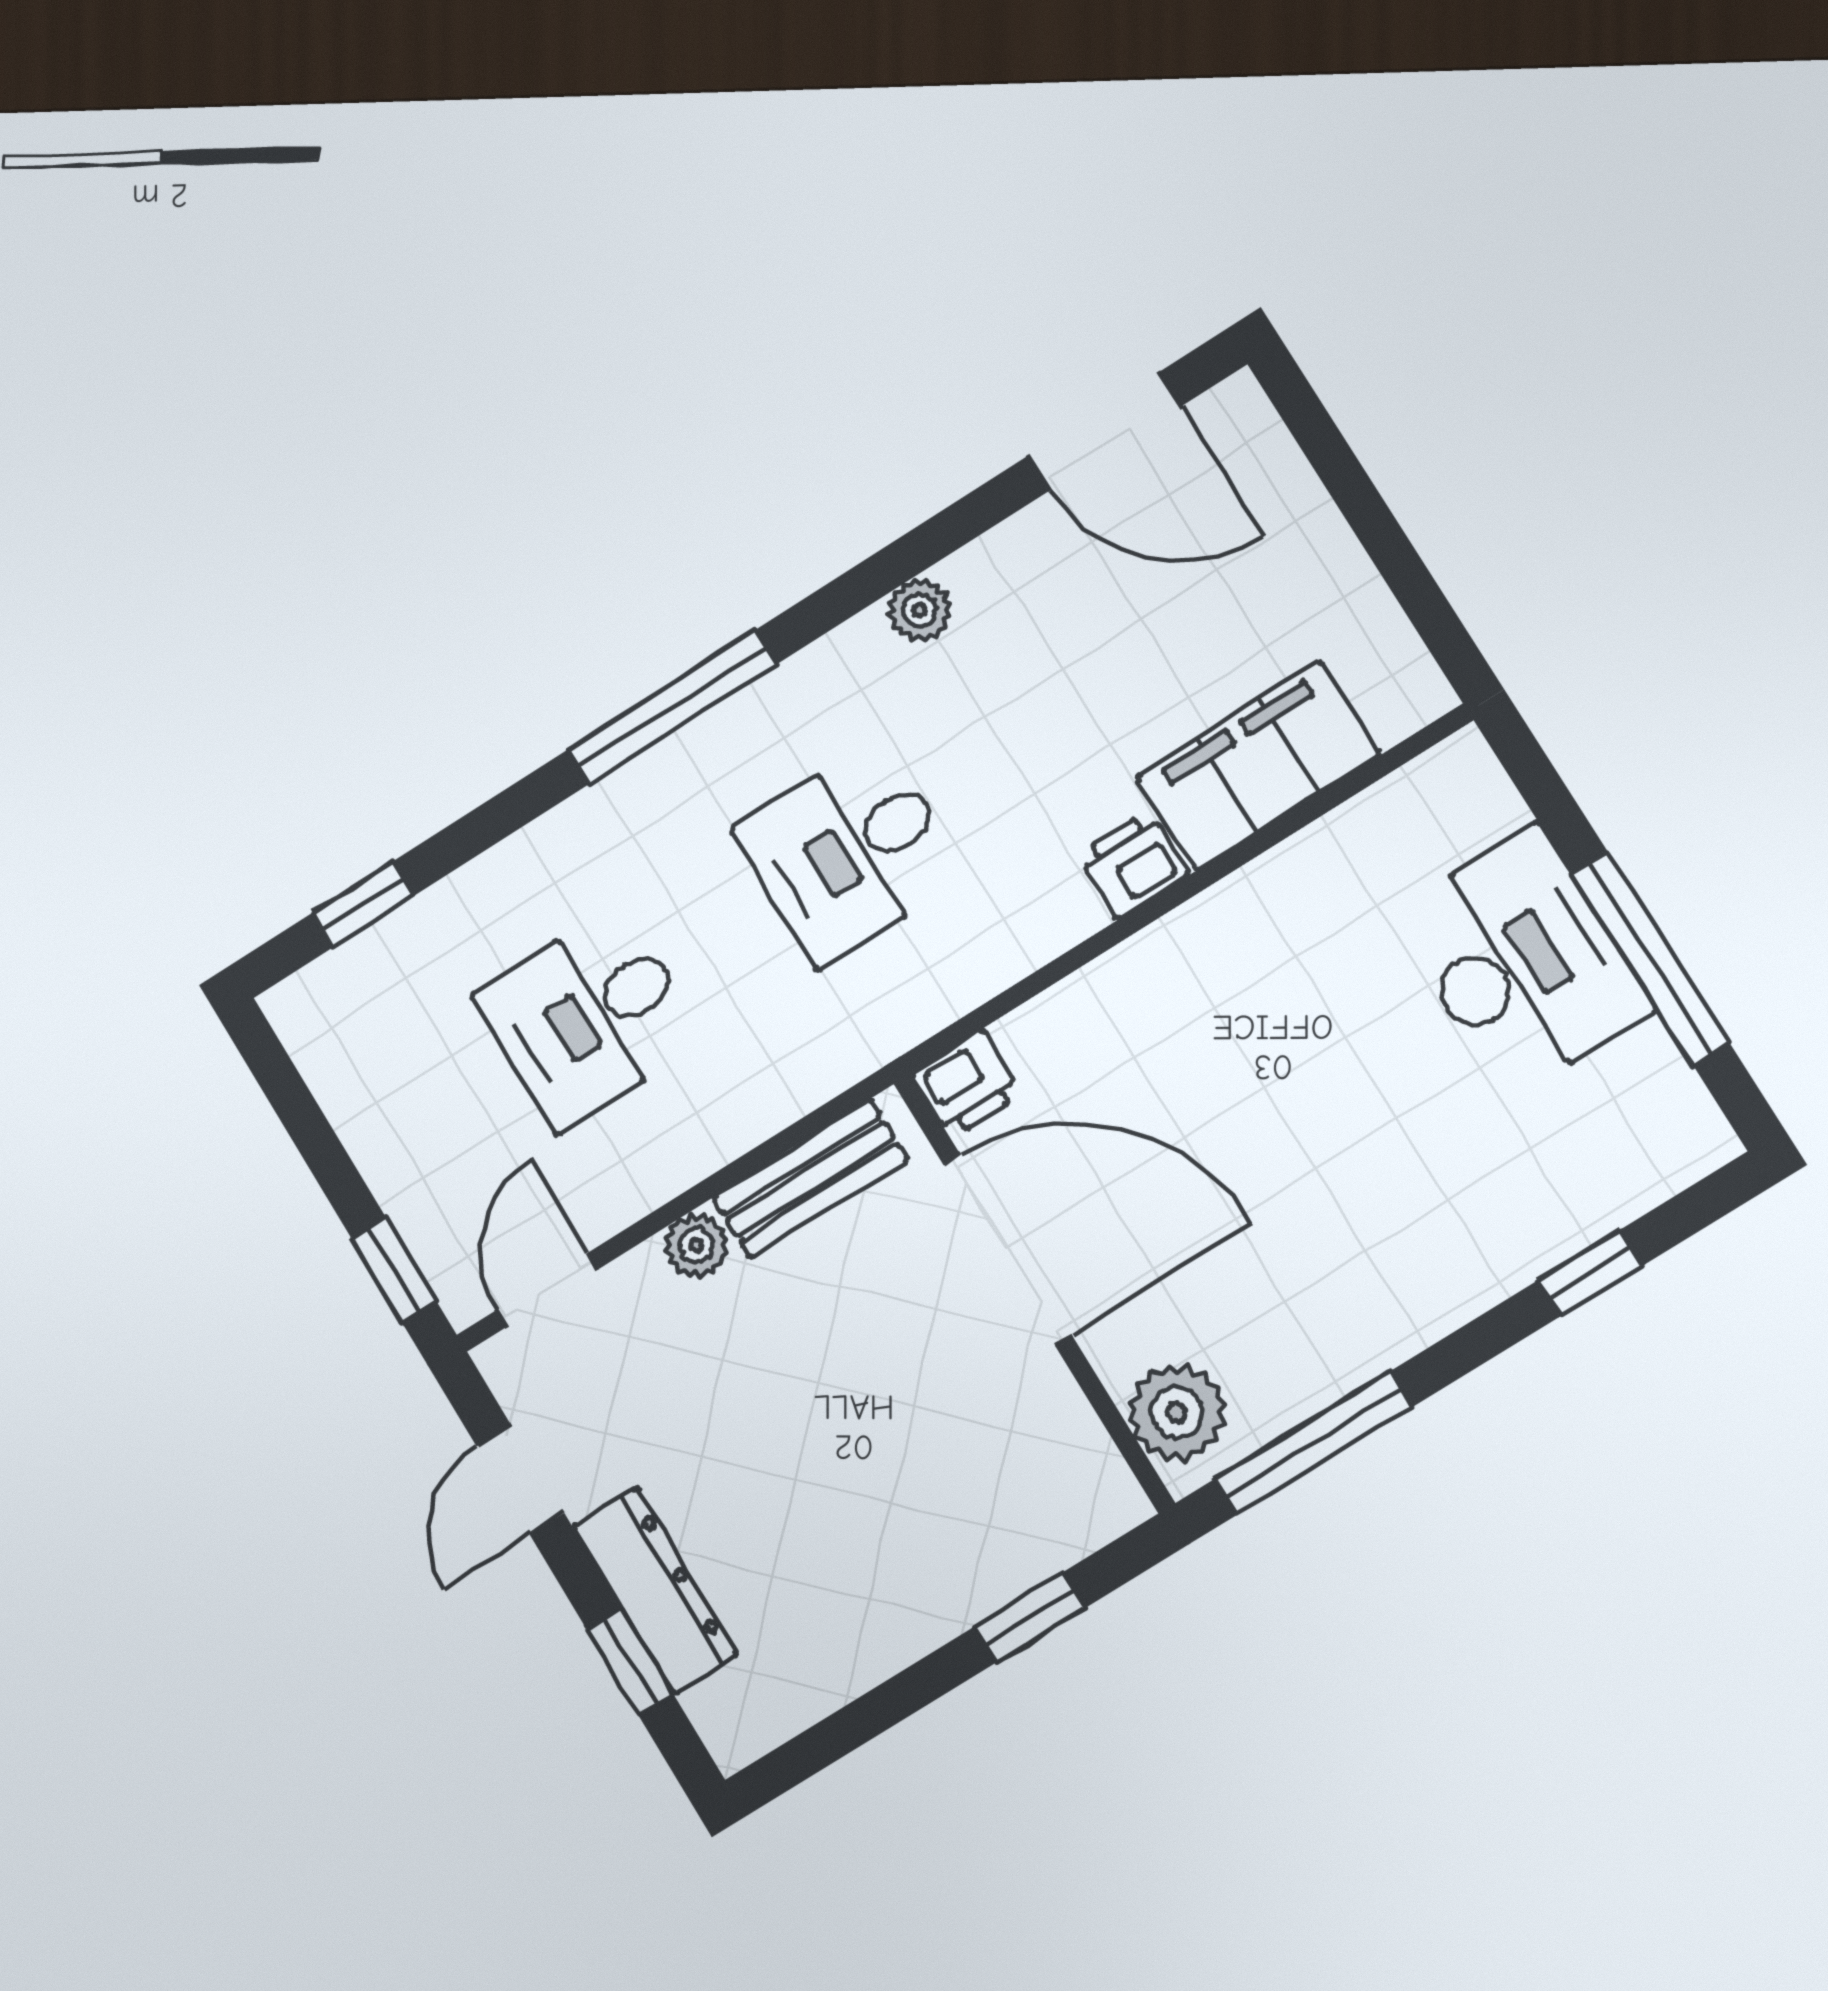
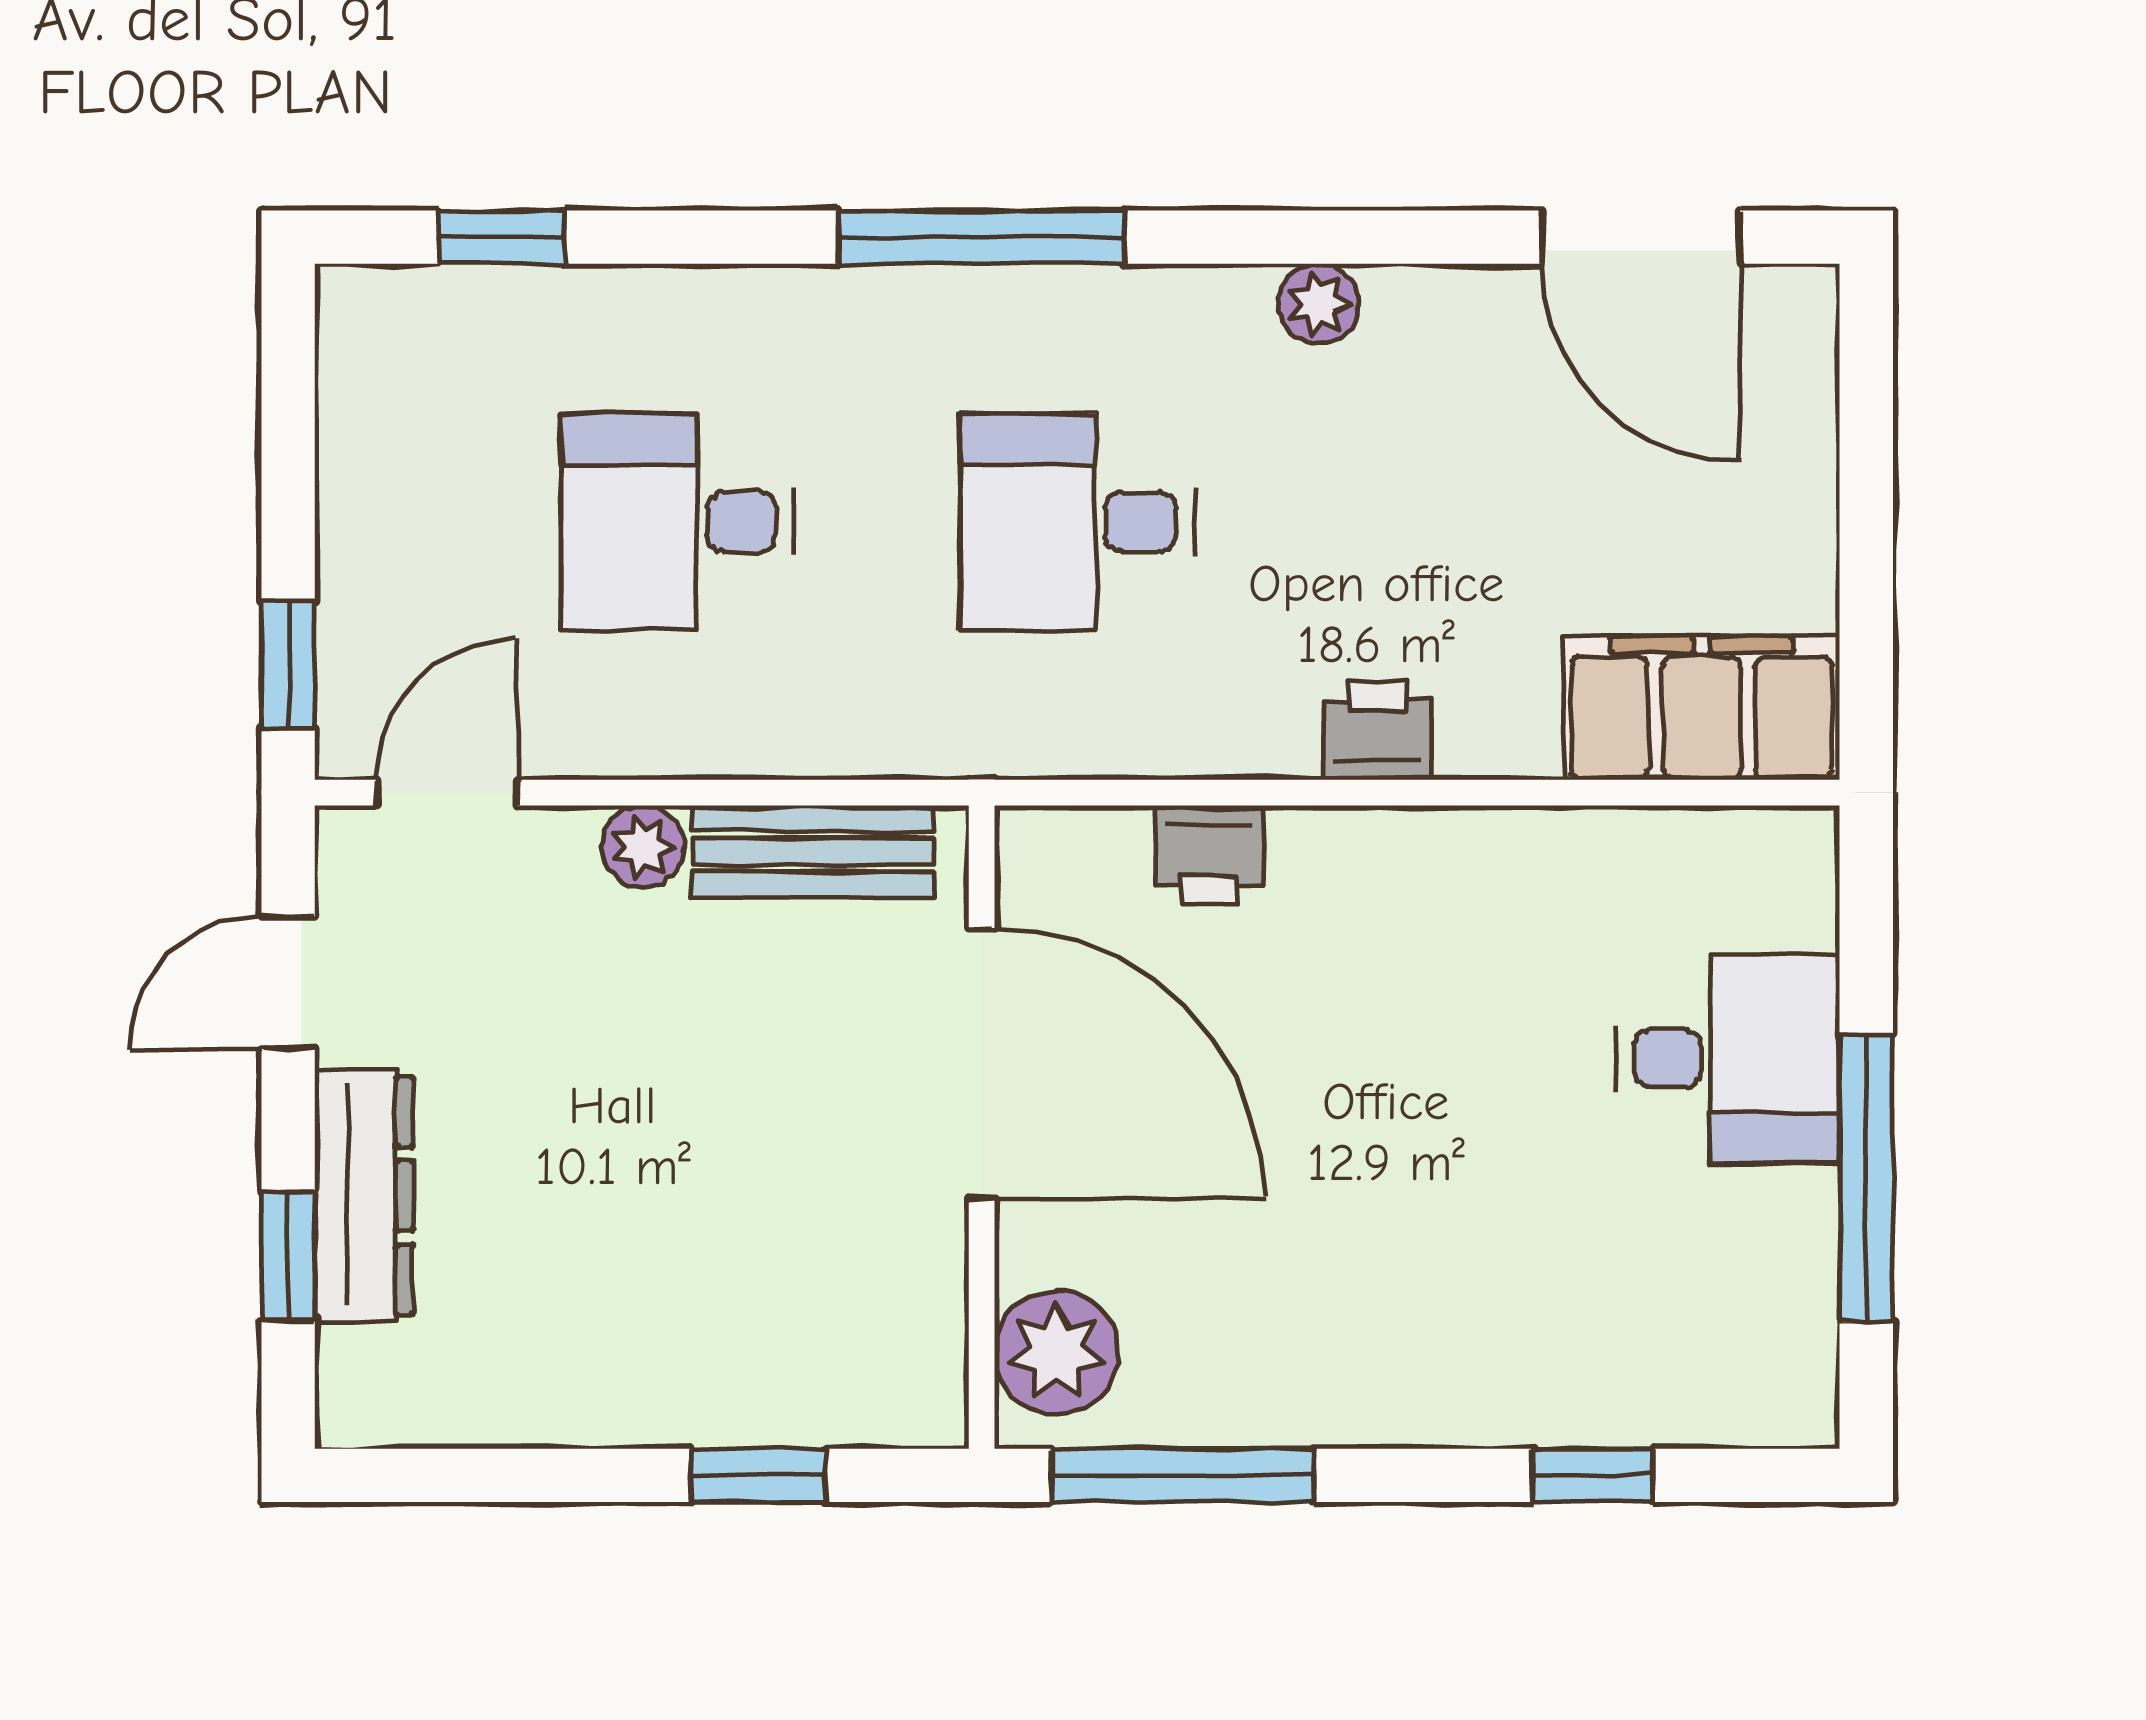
filing cabinet: (1258, 766) -> (1701, 708), moved
desk: (1522, 962) -> (1728, 1059), width x0.73
printer: (967, 1084) -> (1210, 855), moved

